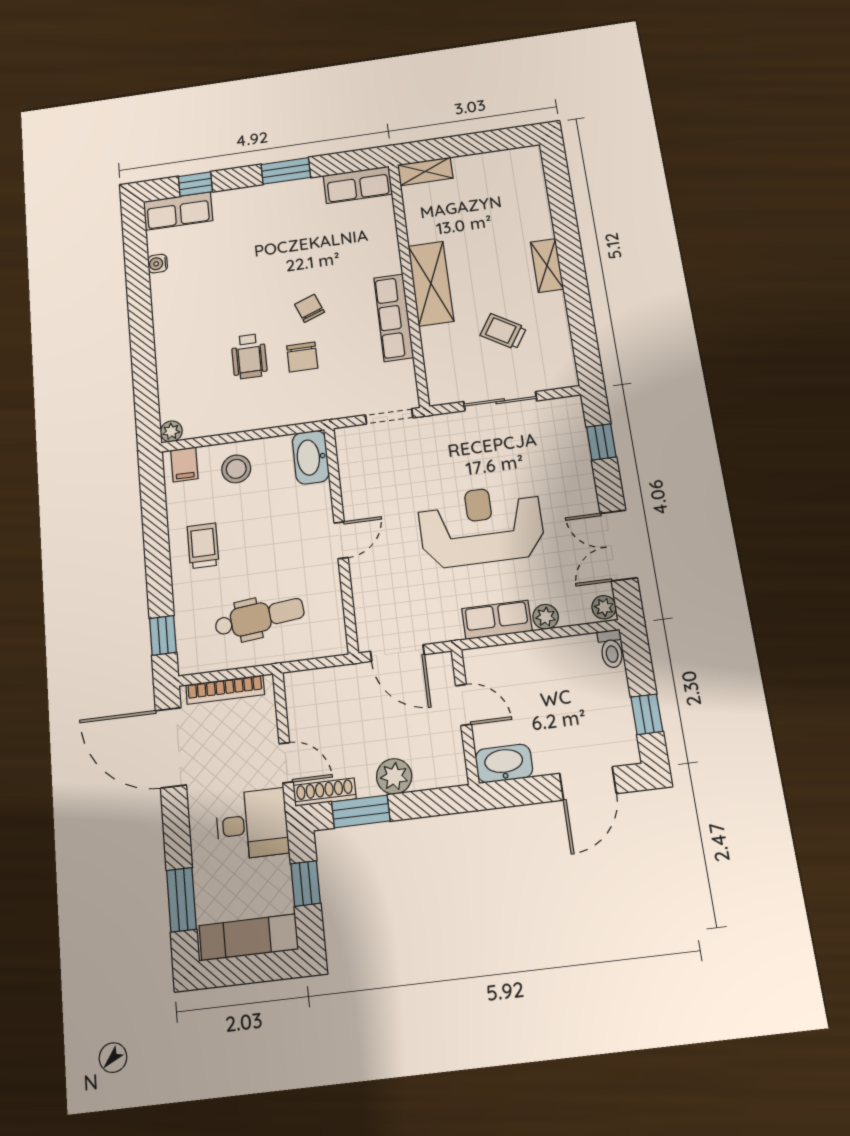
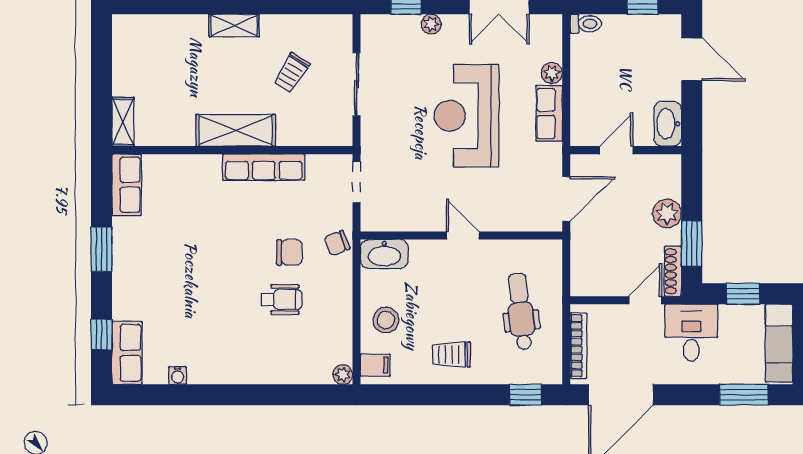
chair: (309, 308) -> (337, 243), moved
plant: (604, 607) -> (431, 24), moved

